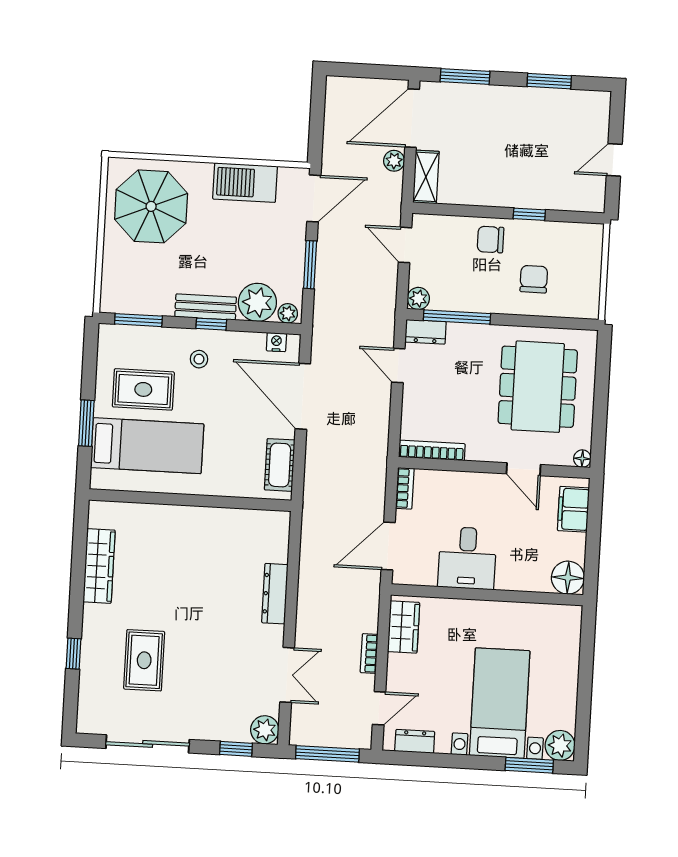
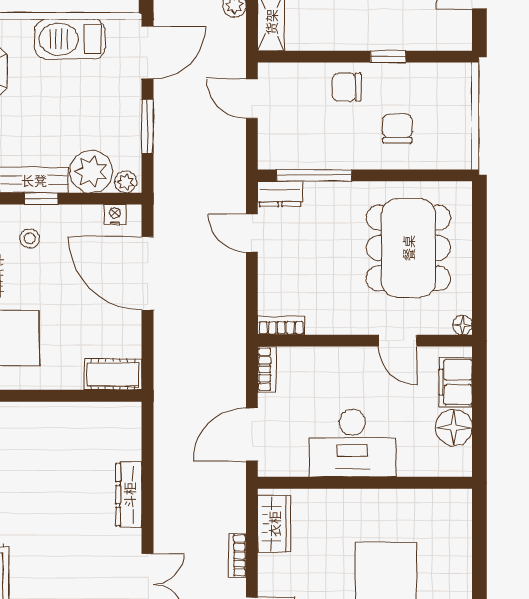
plant: (418, 299) -> (270, 157), removed
bookcase: (432, 450) -> (281, 325), width x0.64
cot: (280, 465) -> (113, 374), moved, turned 90
desk: (467, 558) -> (352, 443), width x1.37
floor lamp: (568, 578) -> (454, 428), moved

